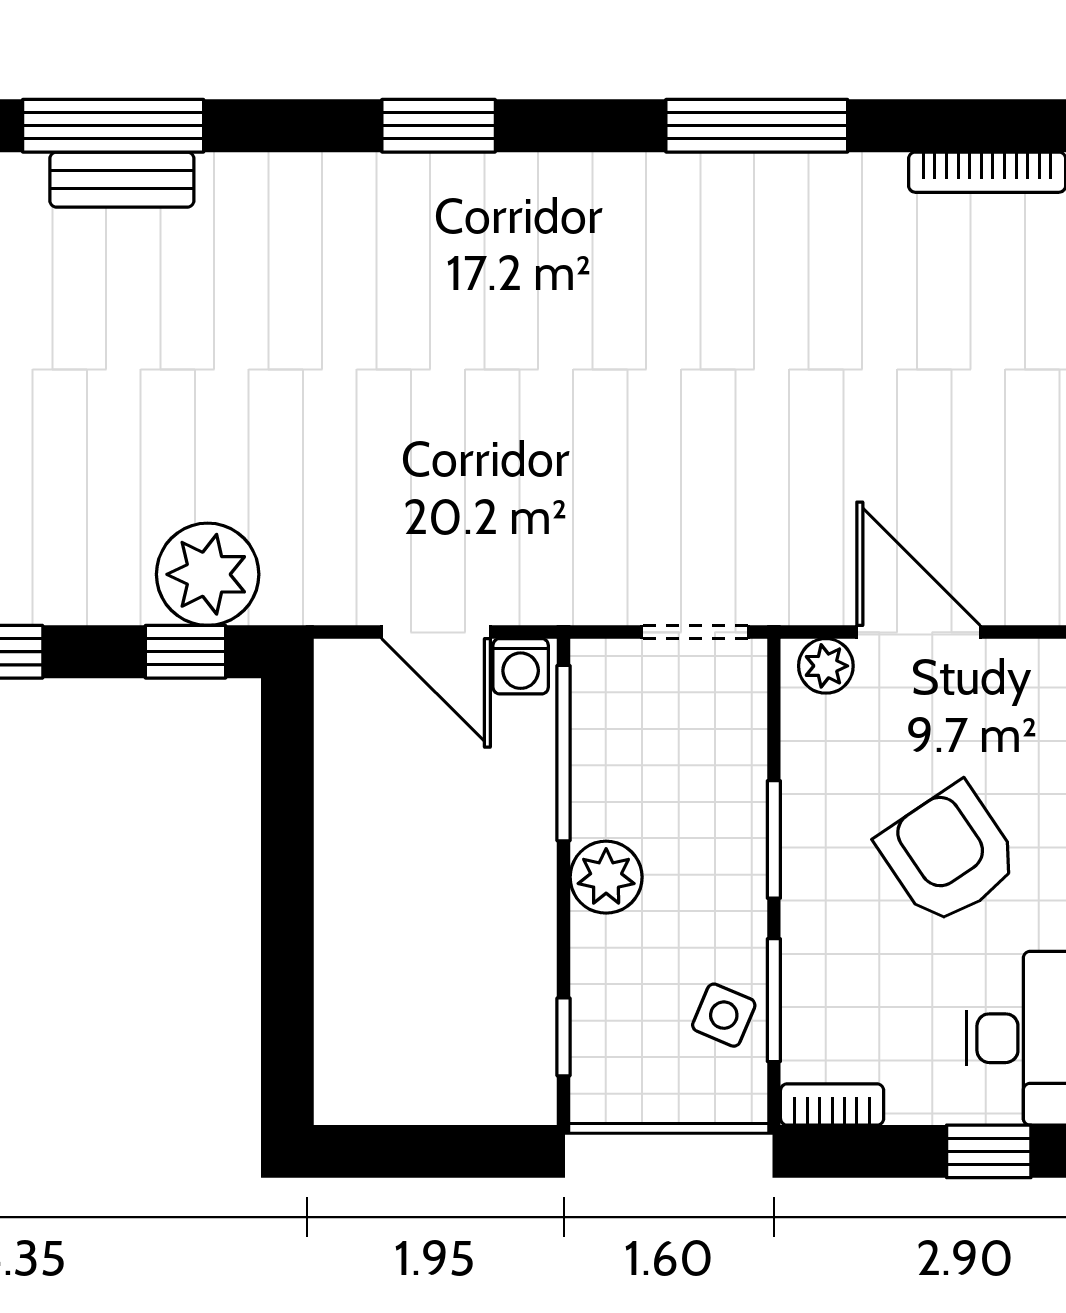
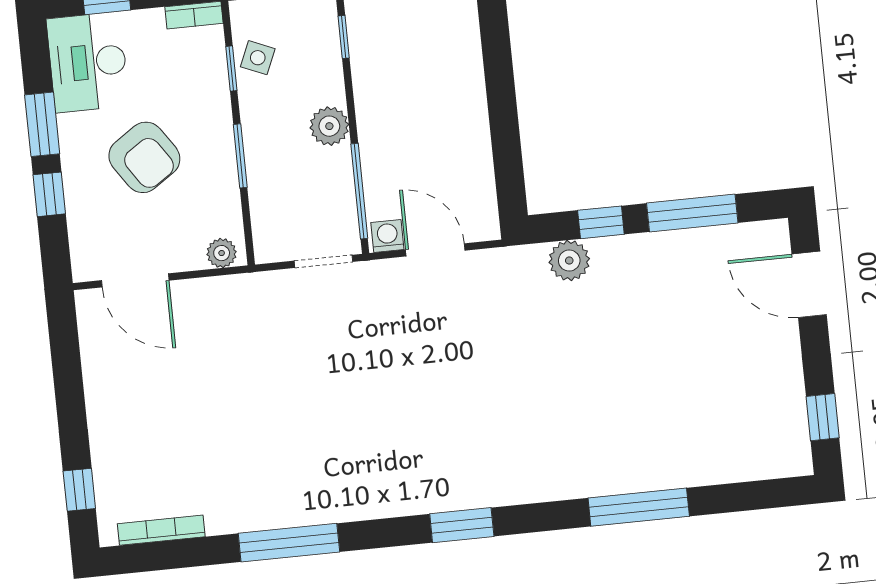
bench: (122, 180) -> (631, 478), removed
plant: (208, 574) -> (569, 261), width x0.73, depth x0.73
doorway: (695, 632) -> (323, 261), moved
door: (919, 632) -> (135, 280), moved
window: (186, 652) -> (601, 222), moved
window: (774, 1000) -> (231, 69), width x0.67

